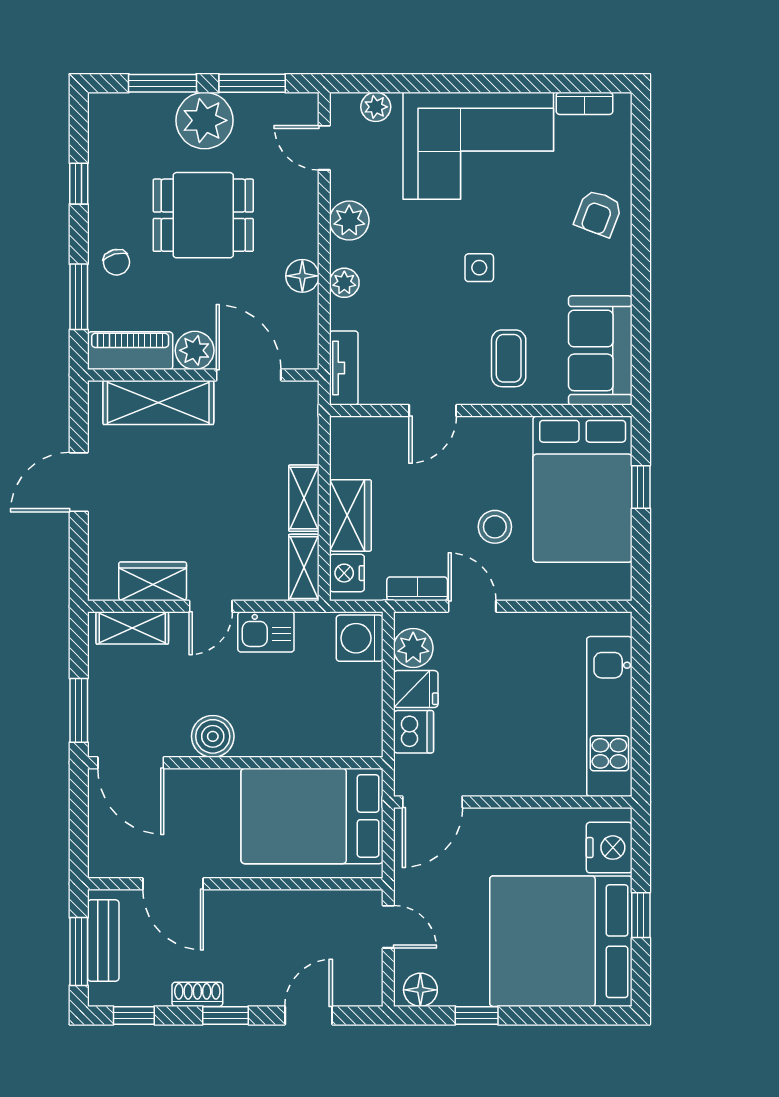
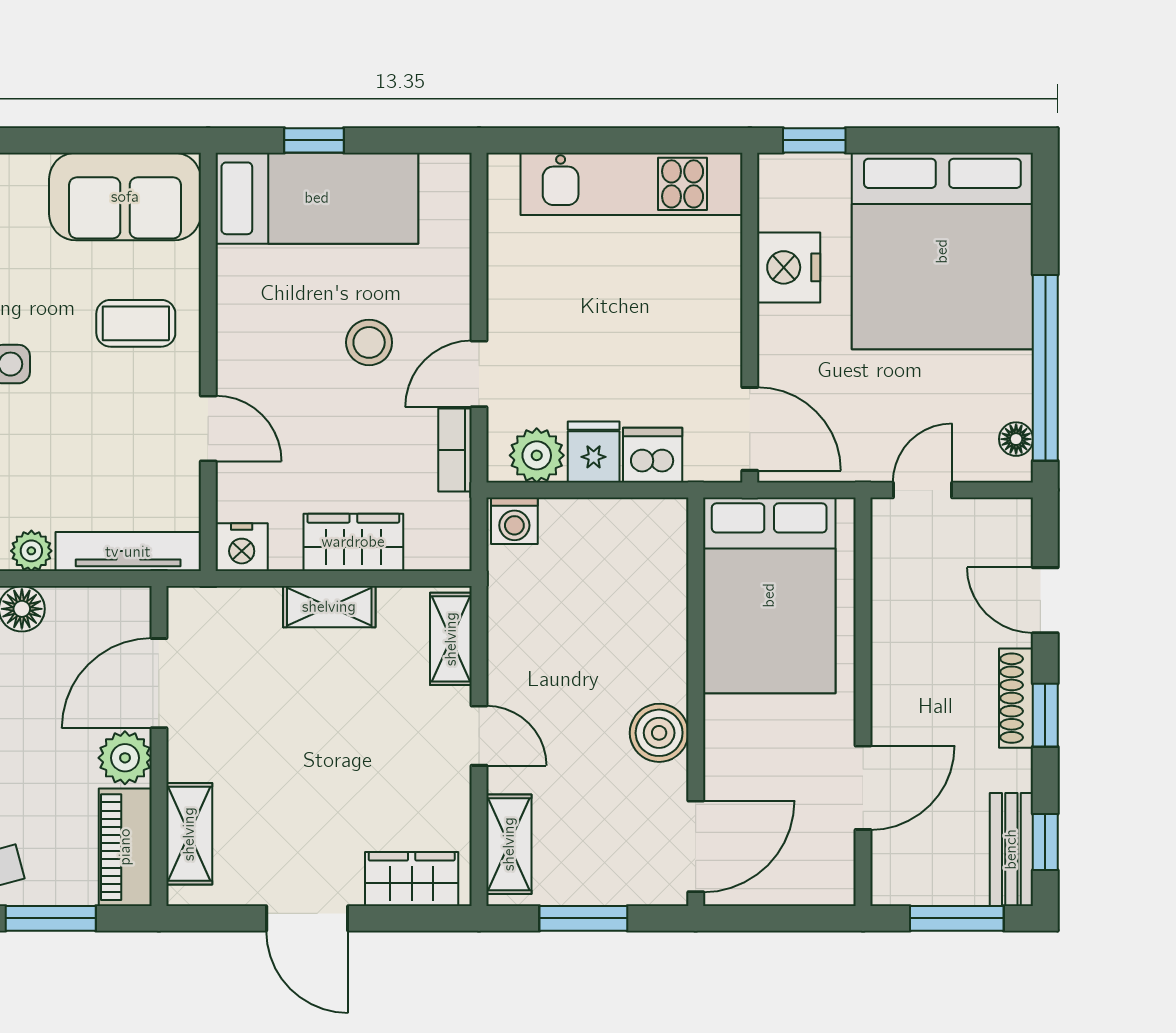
tv unit: (344, 368) -> (128, 552), width x1.41
shelving: (158, 402) -> (189, 834), width x0.67, depth x0.75
bed: (583, 489) -> (317, 198), width x0.67
shelving: (304, 568) -> (451, 639), moved, turned 90
nightstand: (347, 573) -> (242, 547), moved
wardrobe: (153, 581) -> (412, 879), moved, turned 90
kitchen sink: (266, 632) -> (515, 659), removed
washing machine: (360, 638) -> (514, 521), width x0.73, depth x0.73
window: (79, 710) -> (583, 918), moved
nightstand: (609, 848) -> (789, 267), moved, turned -90
window: (641, 915) -> (814, 140), moved
bench: (103, 941) -> (1011, 849), moved, turned 90
floor lamp: (420, 990) -> (1016, 439), width x0.73, depth x0.73
shoe rack: (197, 994) -> (1016, 698), moved, width x1.43
window: (477, 1015) -> (1045, 368), width x3.17

